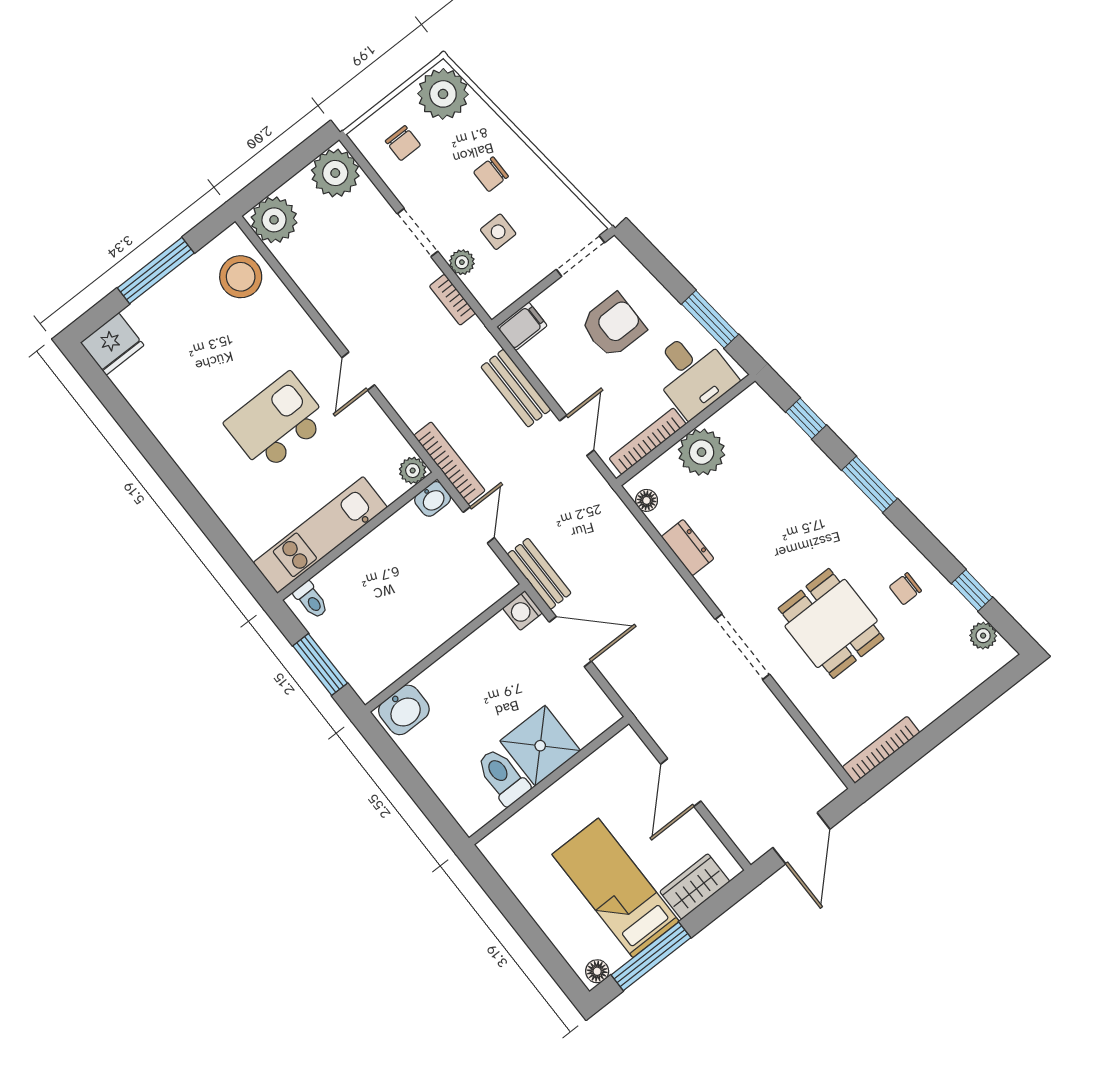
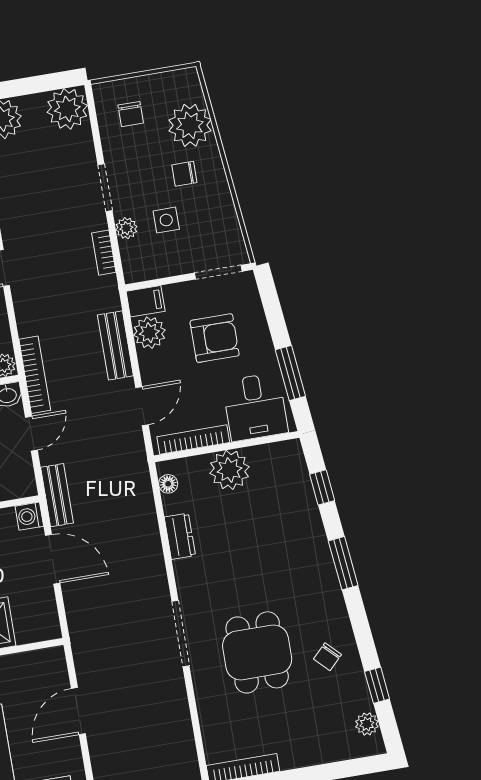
plant: (443, 94) -> (190, 125), moved
plant: (543, 356) -> (149, 333), added
chair: (905, 589) -> (327, 657), turned -45

